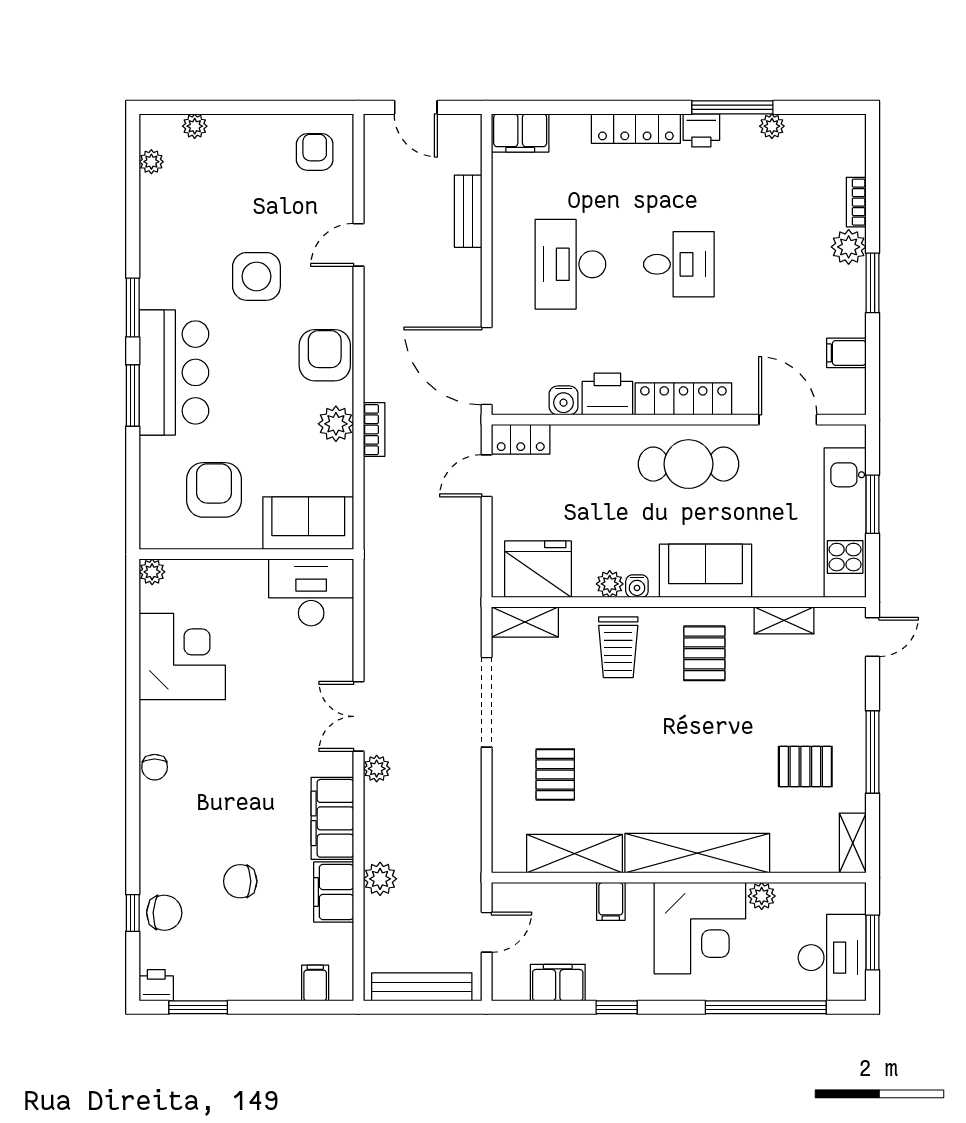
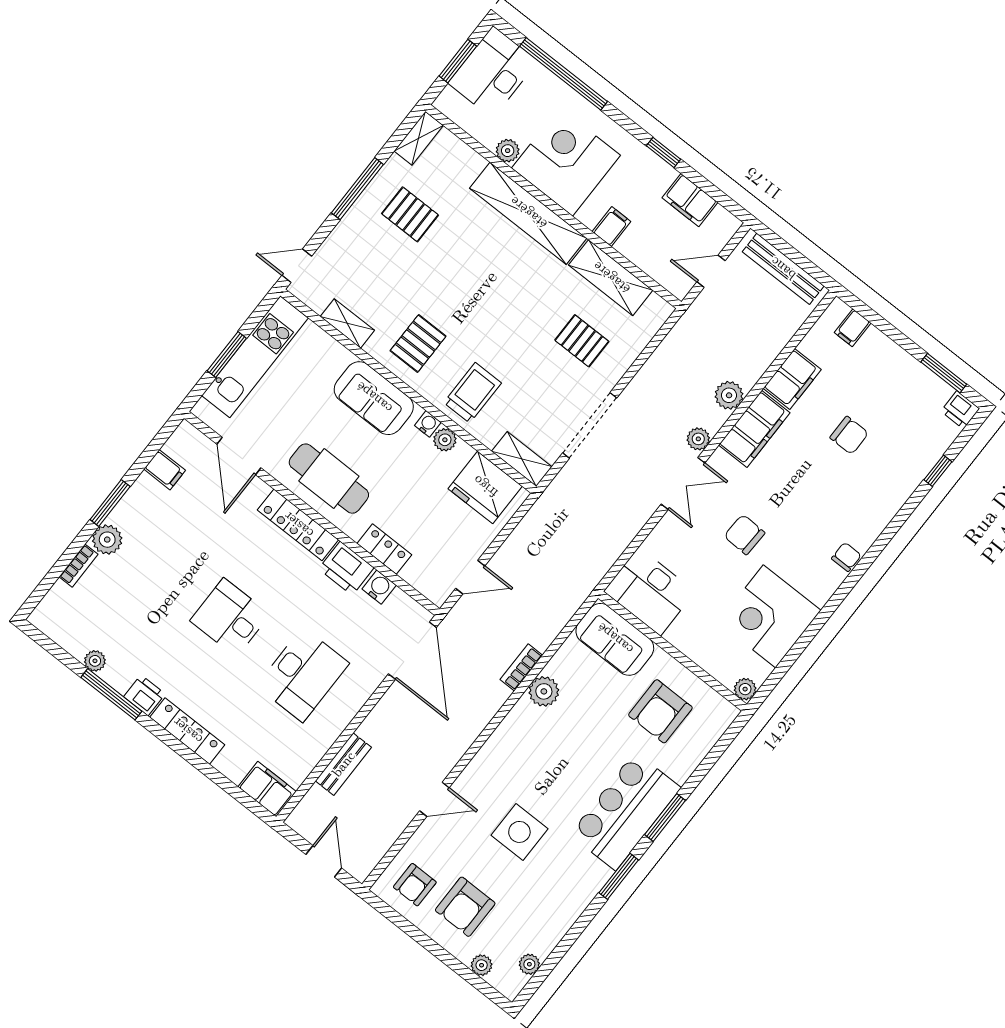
armchair: (325, 355) -> (465, 907), moved
locker: (521, 439) -> (384, 549), moved
pallet: (555, 774) -> (582, 341), turned 90
plant: (380, 879) -> (729, 395), moved
chair: (164, 913) -> (744, 535), moved

